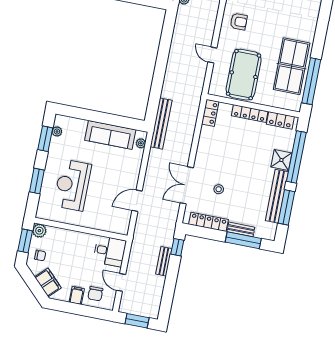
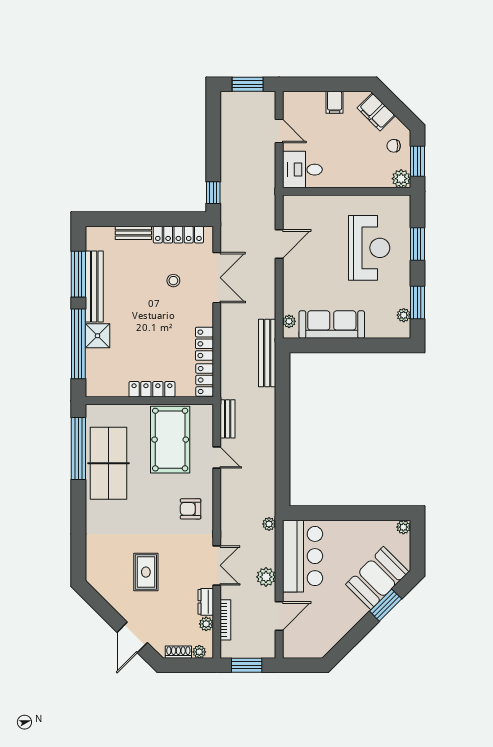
locker: (280, 120) -> (204, 344), moved, turned -90
window: (243, 240) -> (127, 219), removed
bench: (164, 261) -> (228, 419), moved
chair: (95, 294) -> (310, 109), removed

